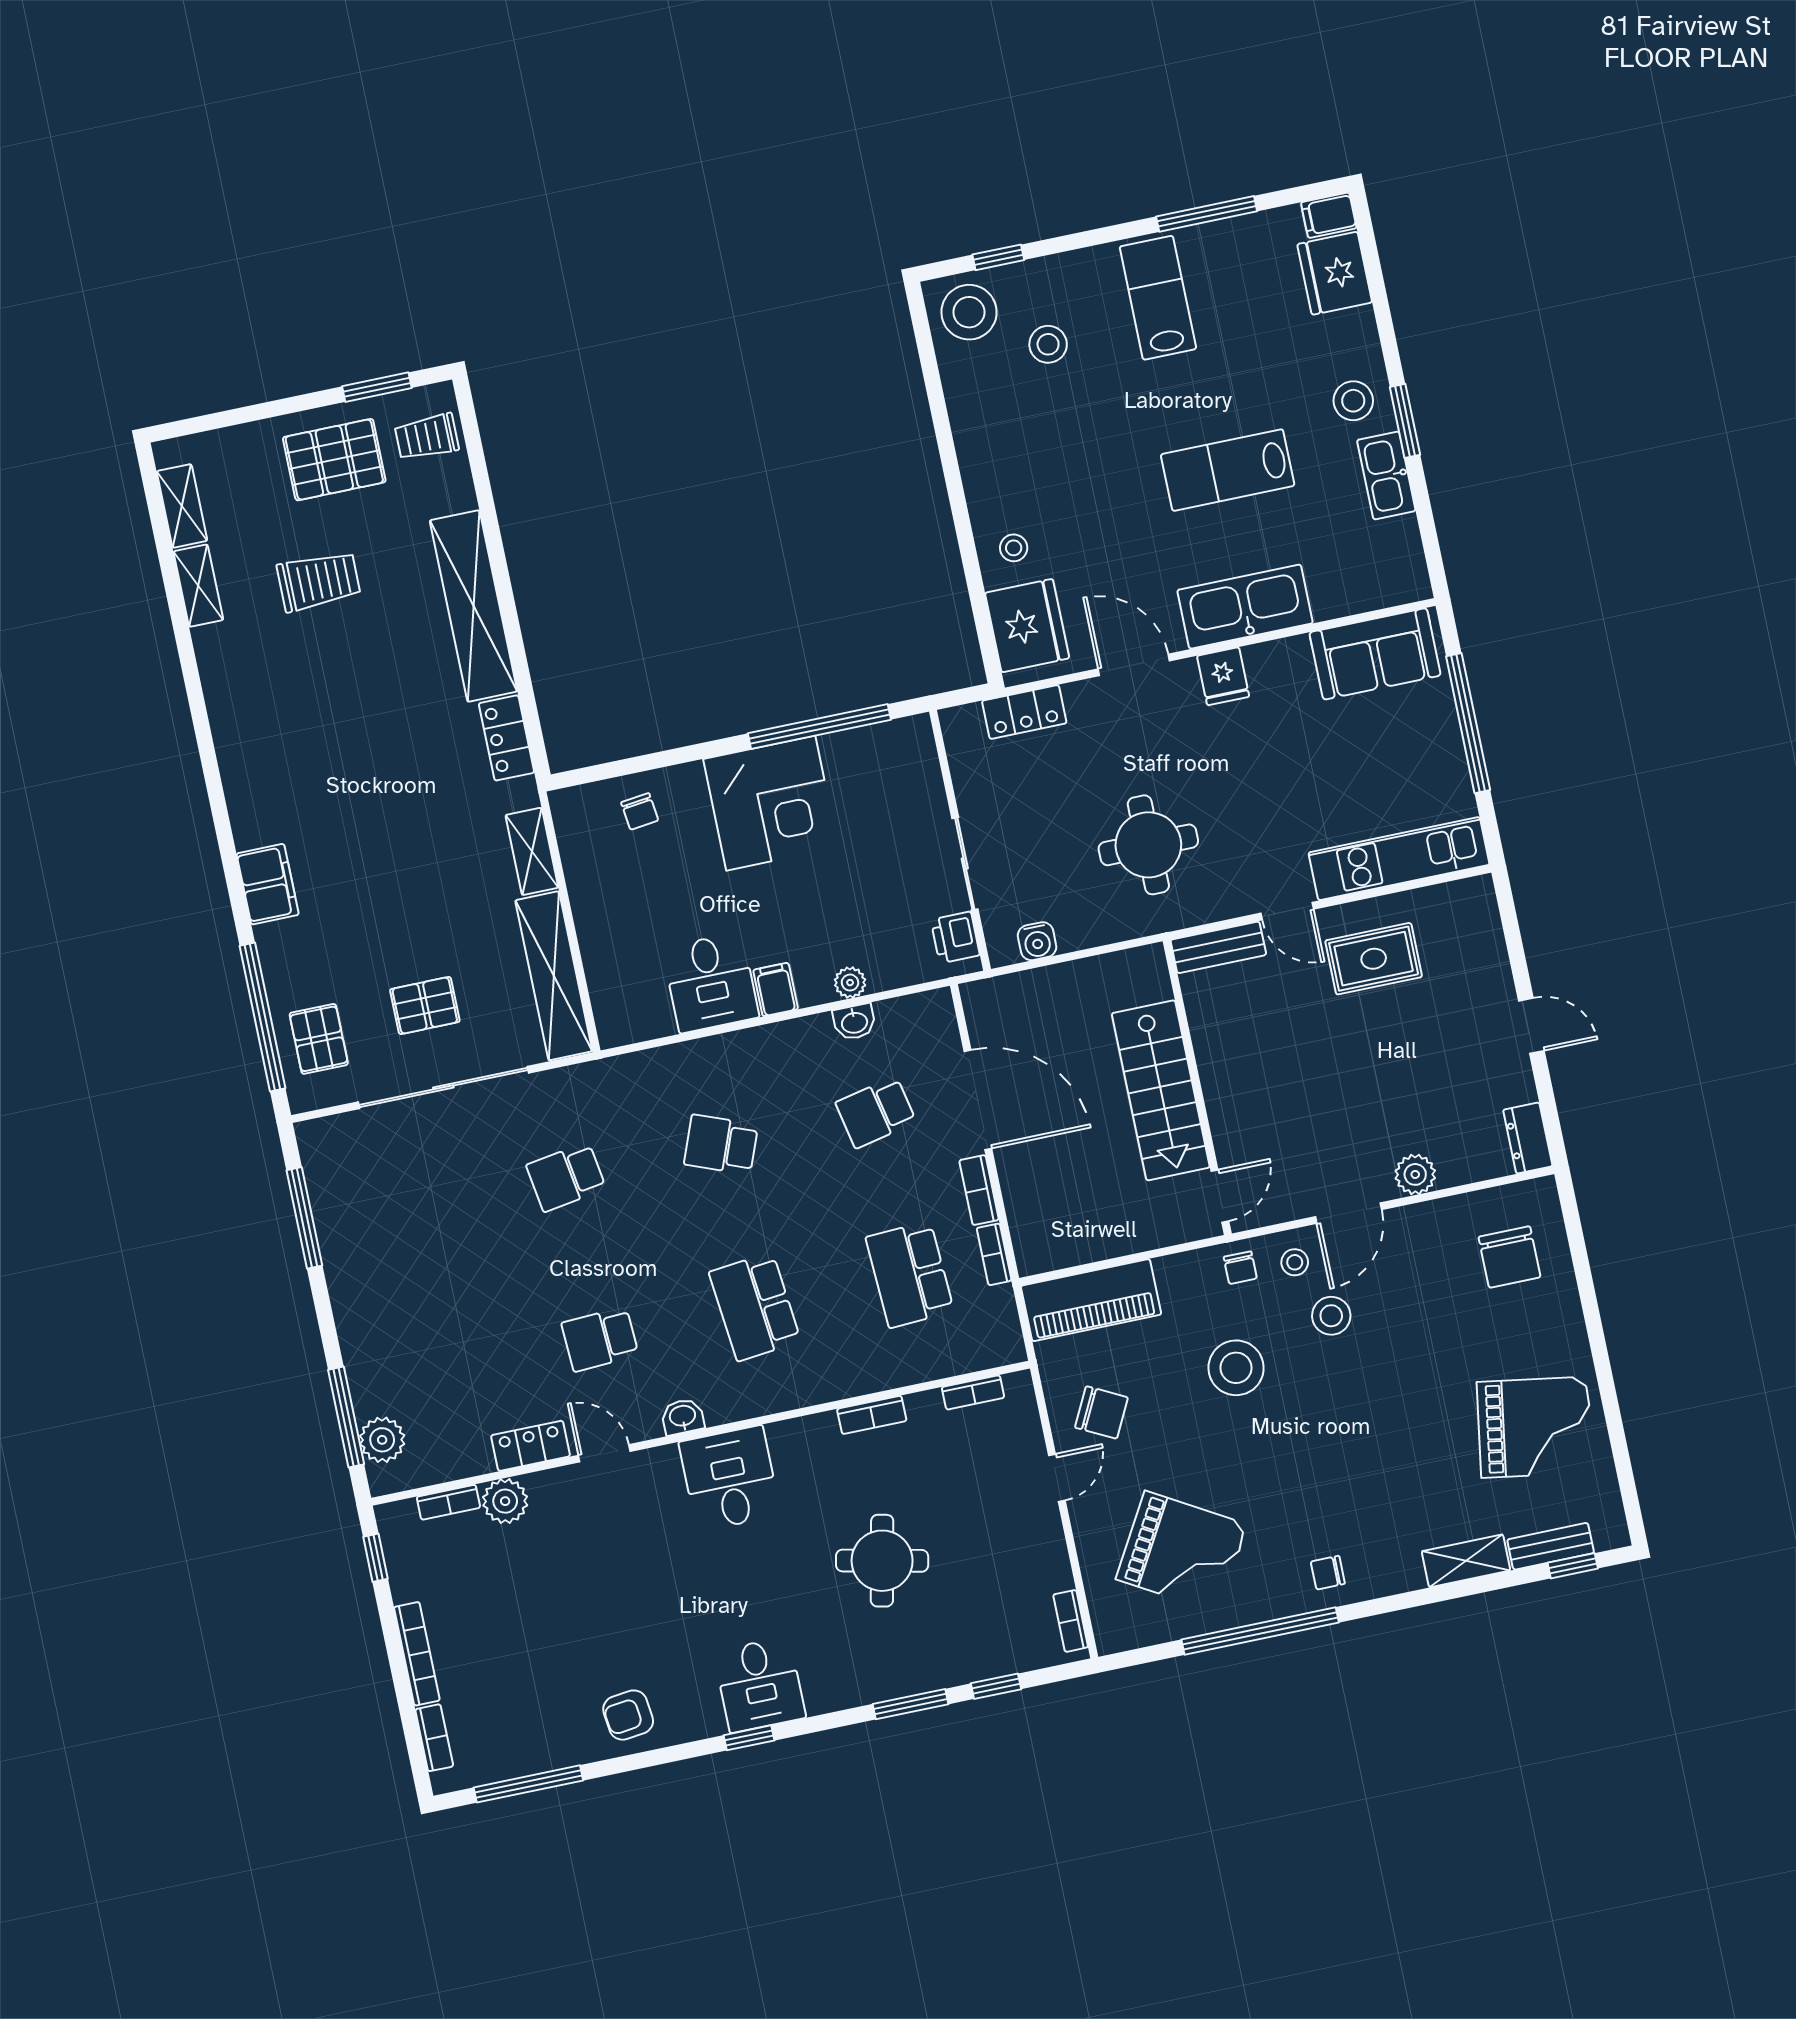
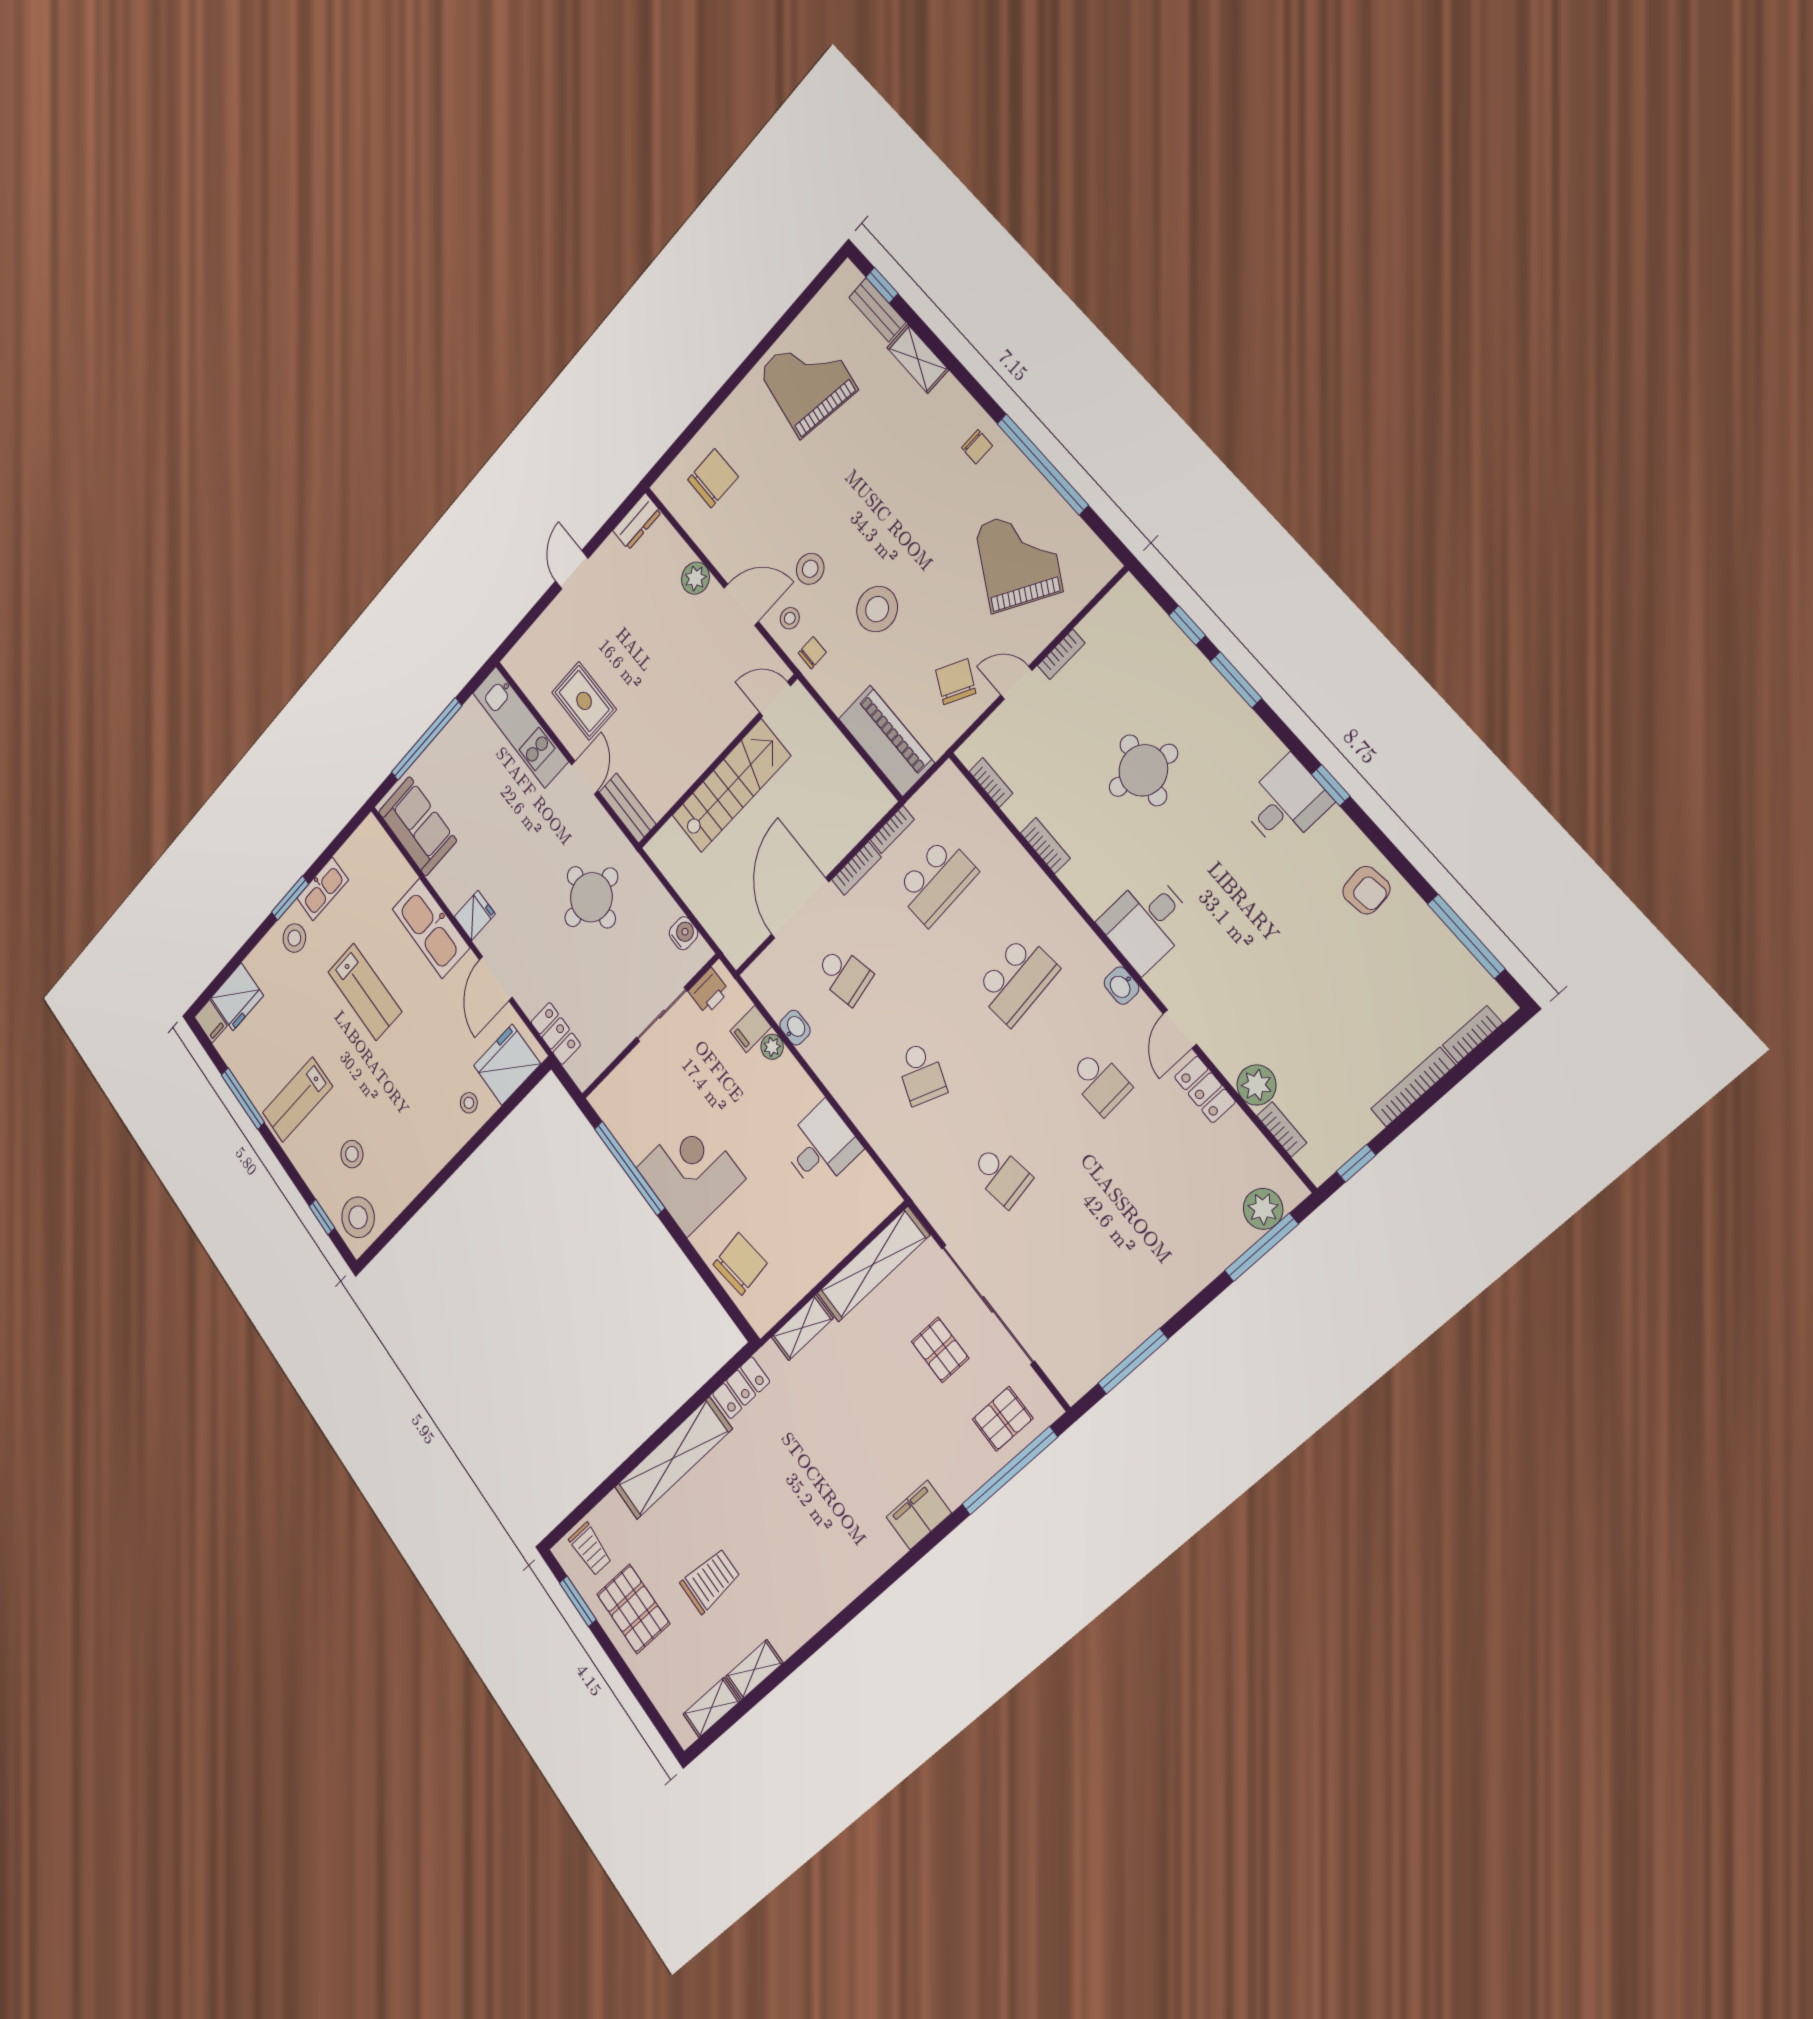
trolley: (319, 581) -> (710, 1581), turned 90
chair: (640, 811) -> (740, 1264), width x1.87, depth x1.87
filing cabinet: (776, 990) -> (751, 1029), moved
bookcase: (1071, 1621) -> (1061, 654), moved

